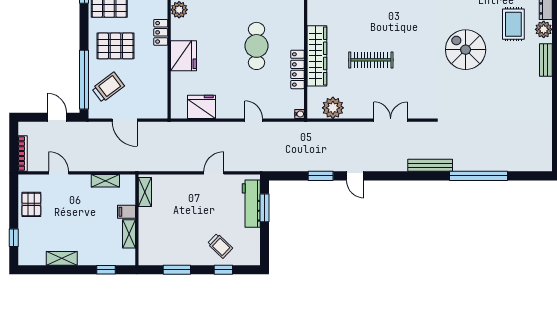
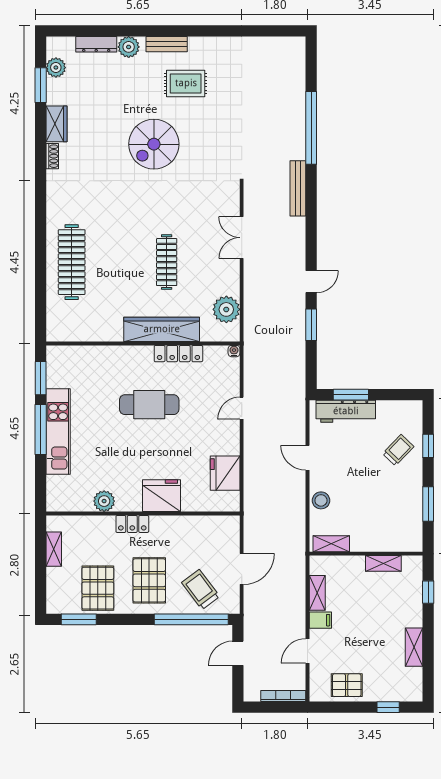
rug: (513, 24) -> (186, 83), moved
stool: (180, 184) -> (321, 500), added
filing cabinet: (127, 212) -> (320, 620), moved, turned -90

